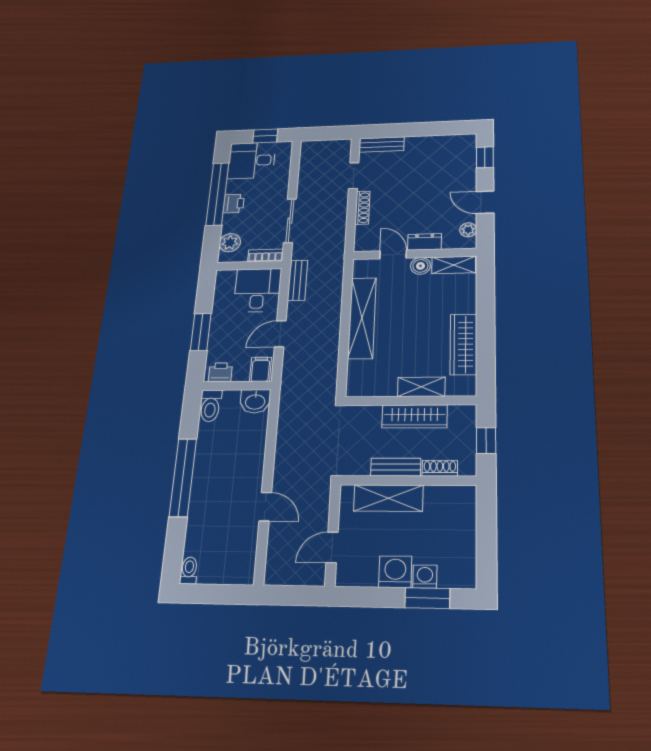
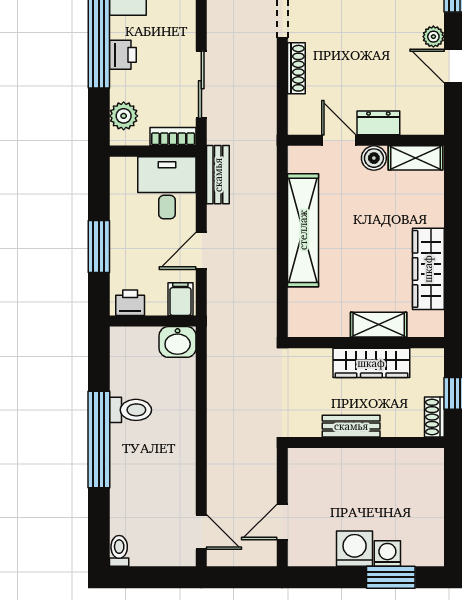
plant: (468, 230) -> (433, 37), moved
toilet: (210, 406) -> (131, 410), moved, turned -90
shoe rack: (440, 468) -> (434, 417), moved, turned -90
shelving: (388, 498) -> (344, 464), removed
door: (265, 507) -> (201, 532), moved

